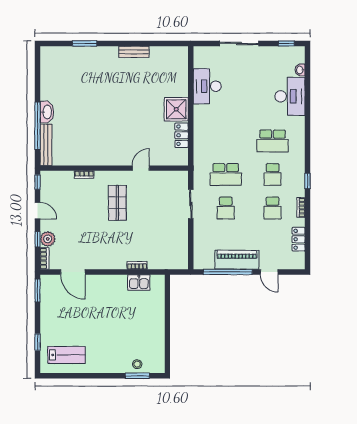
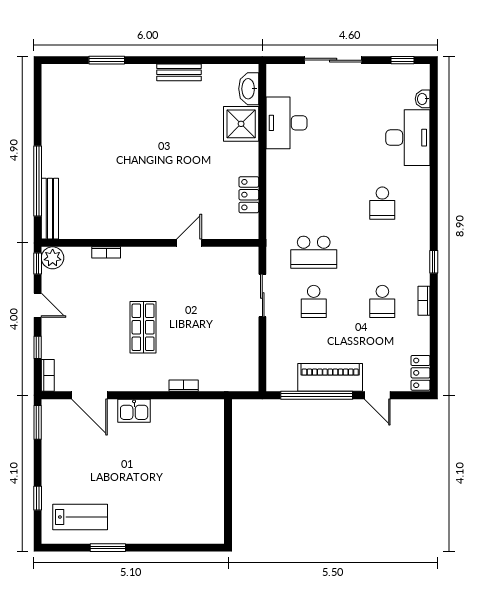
shower: (176, 109) -> (241, 124), moved
washbasin: (47, 112) -> (249, 89), moved, turned 180
school desk: (273, 141) -> (382, 203), width x0.54
school desk: (273, 174) -> (382, 252), removed
shop shelf: (117, 203) -> (143, 327), moved
plant: (48, 239) -> (53, 258), moved
locker: (299, 239) -> (421, 373), moved
kitchen sink: (139, 283) -> (134, 411), moved
stool: (137, 364) -> (184, 531), removed
window: (137, 376) -> (108, 548), moved

